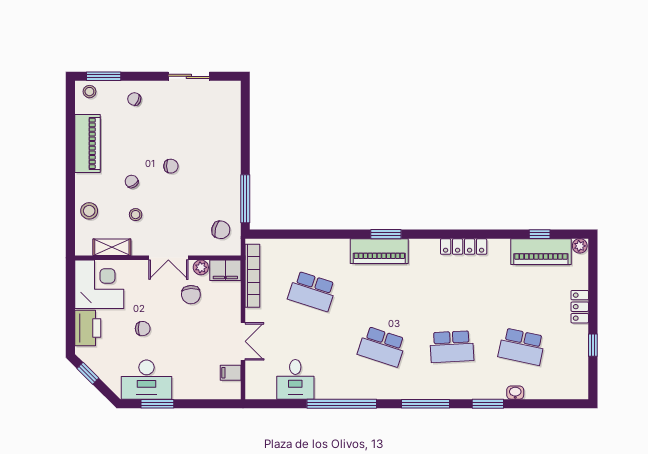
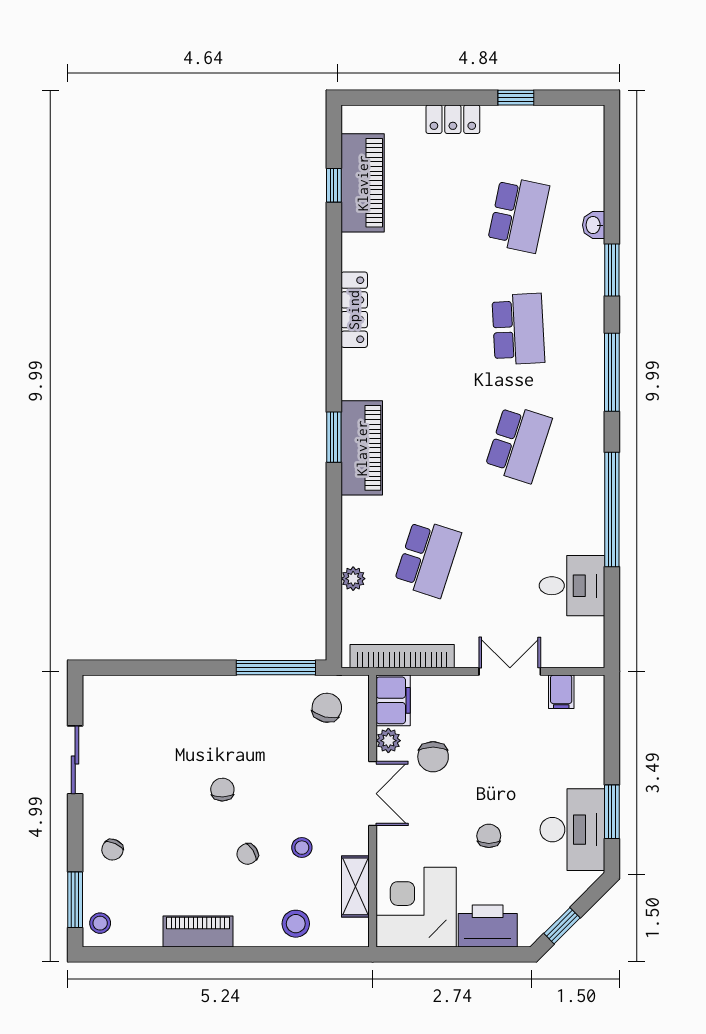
piano: (87, 143) -> (198, 931), width x0.73, depth x0.75
plant: (580, 246) -> (353, 579), moved
chair: (191, 295) -> (433, 757), turned 93

